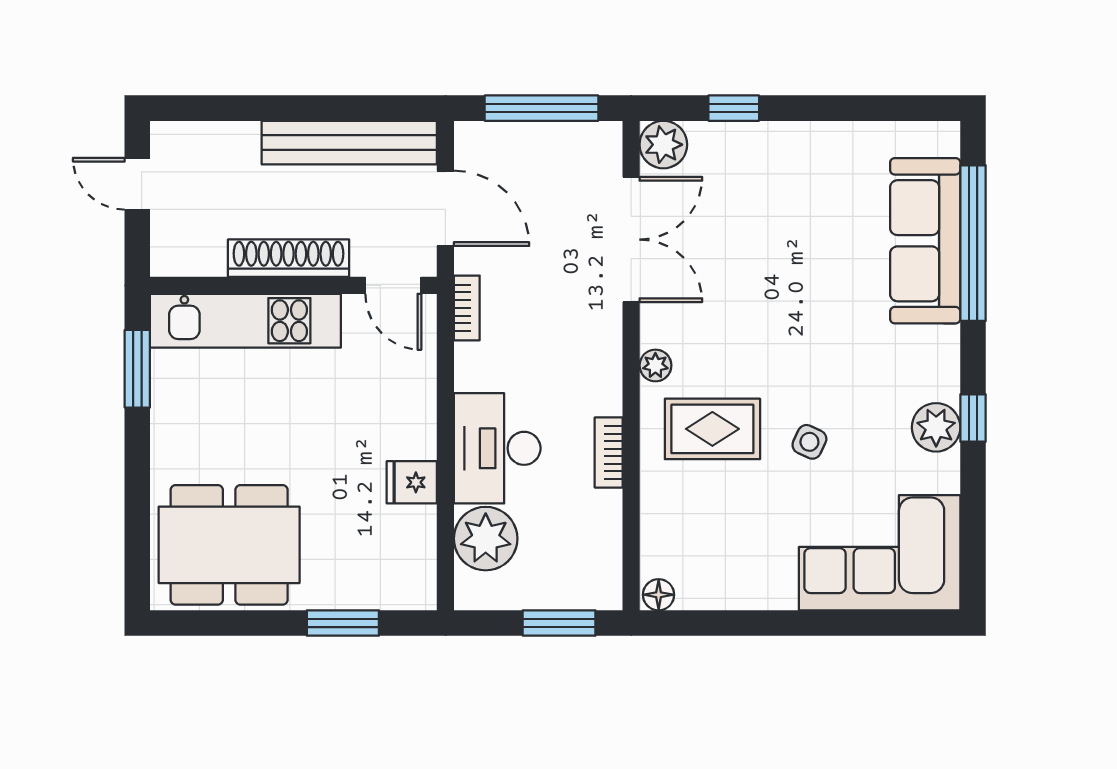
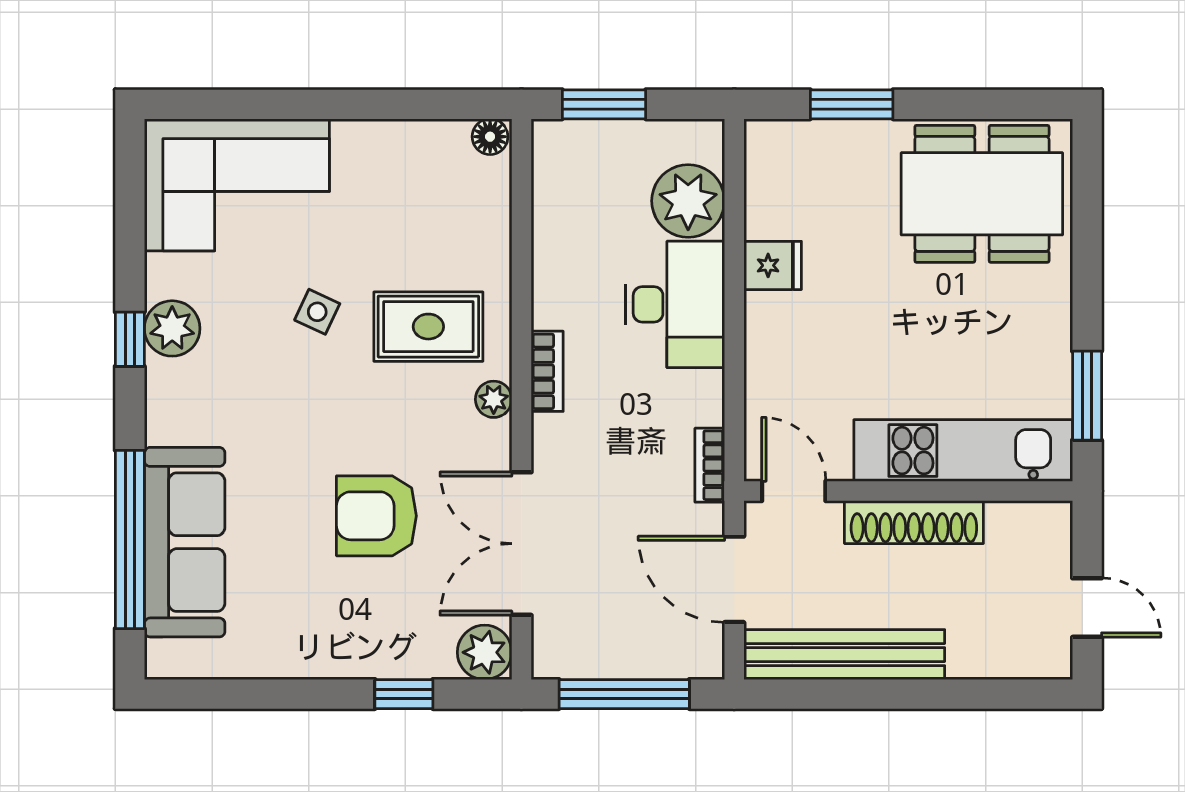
armchair: (758, 264) -> (376, 516), added
bookcase: (609, 453) -> (547, 371), moved

